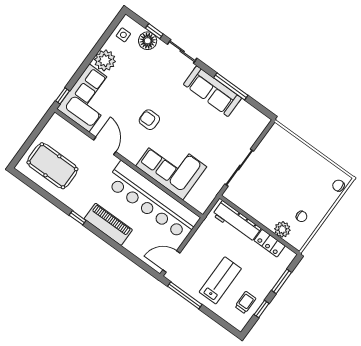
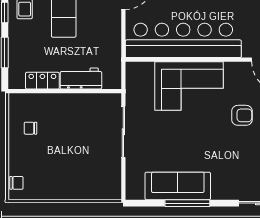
sofa: (212, 91) -> (178, 186), moved
workbench: (237, 222) -> (81, 79), width x0.73
plant: (282, 229) -> (40, 103), removed

